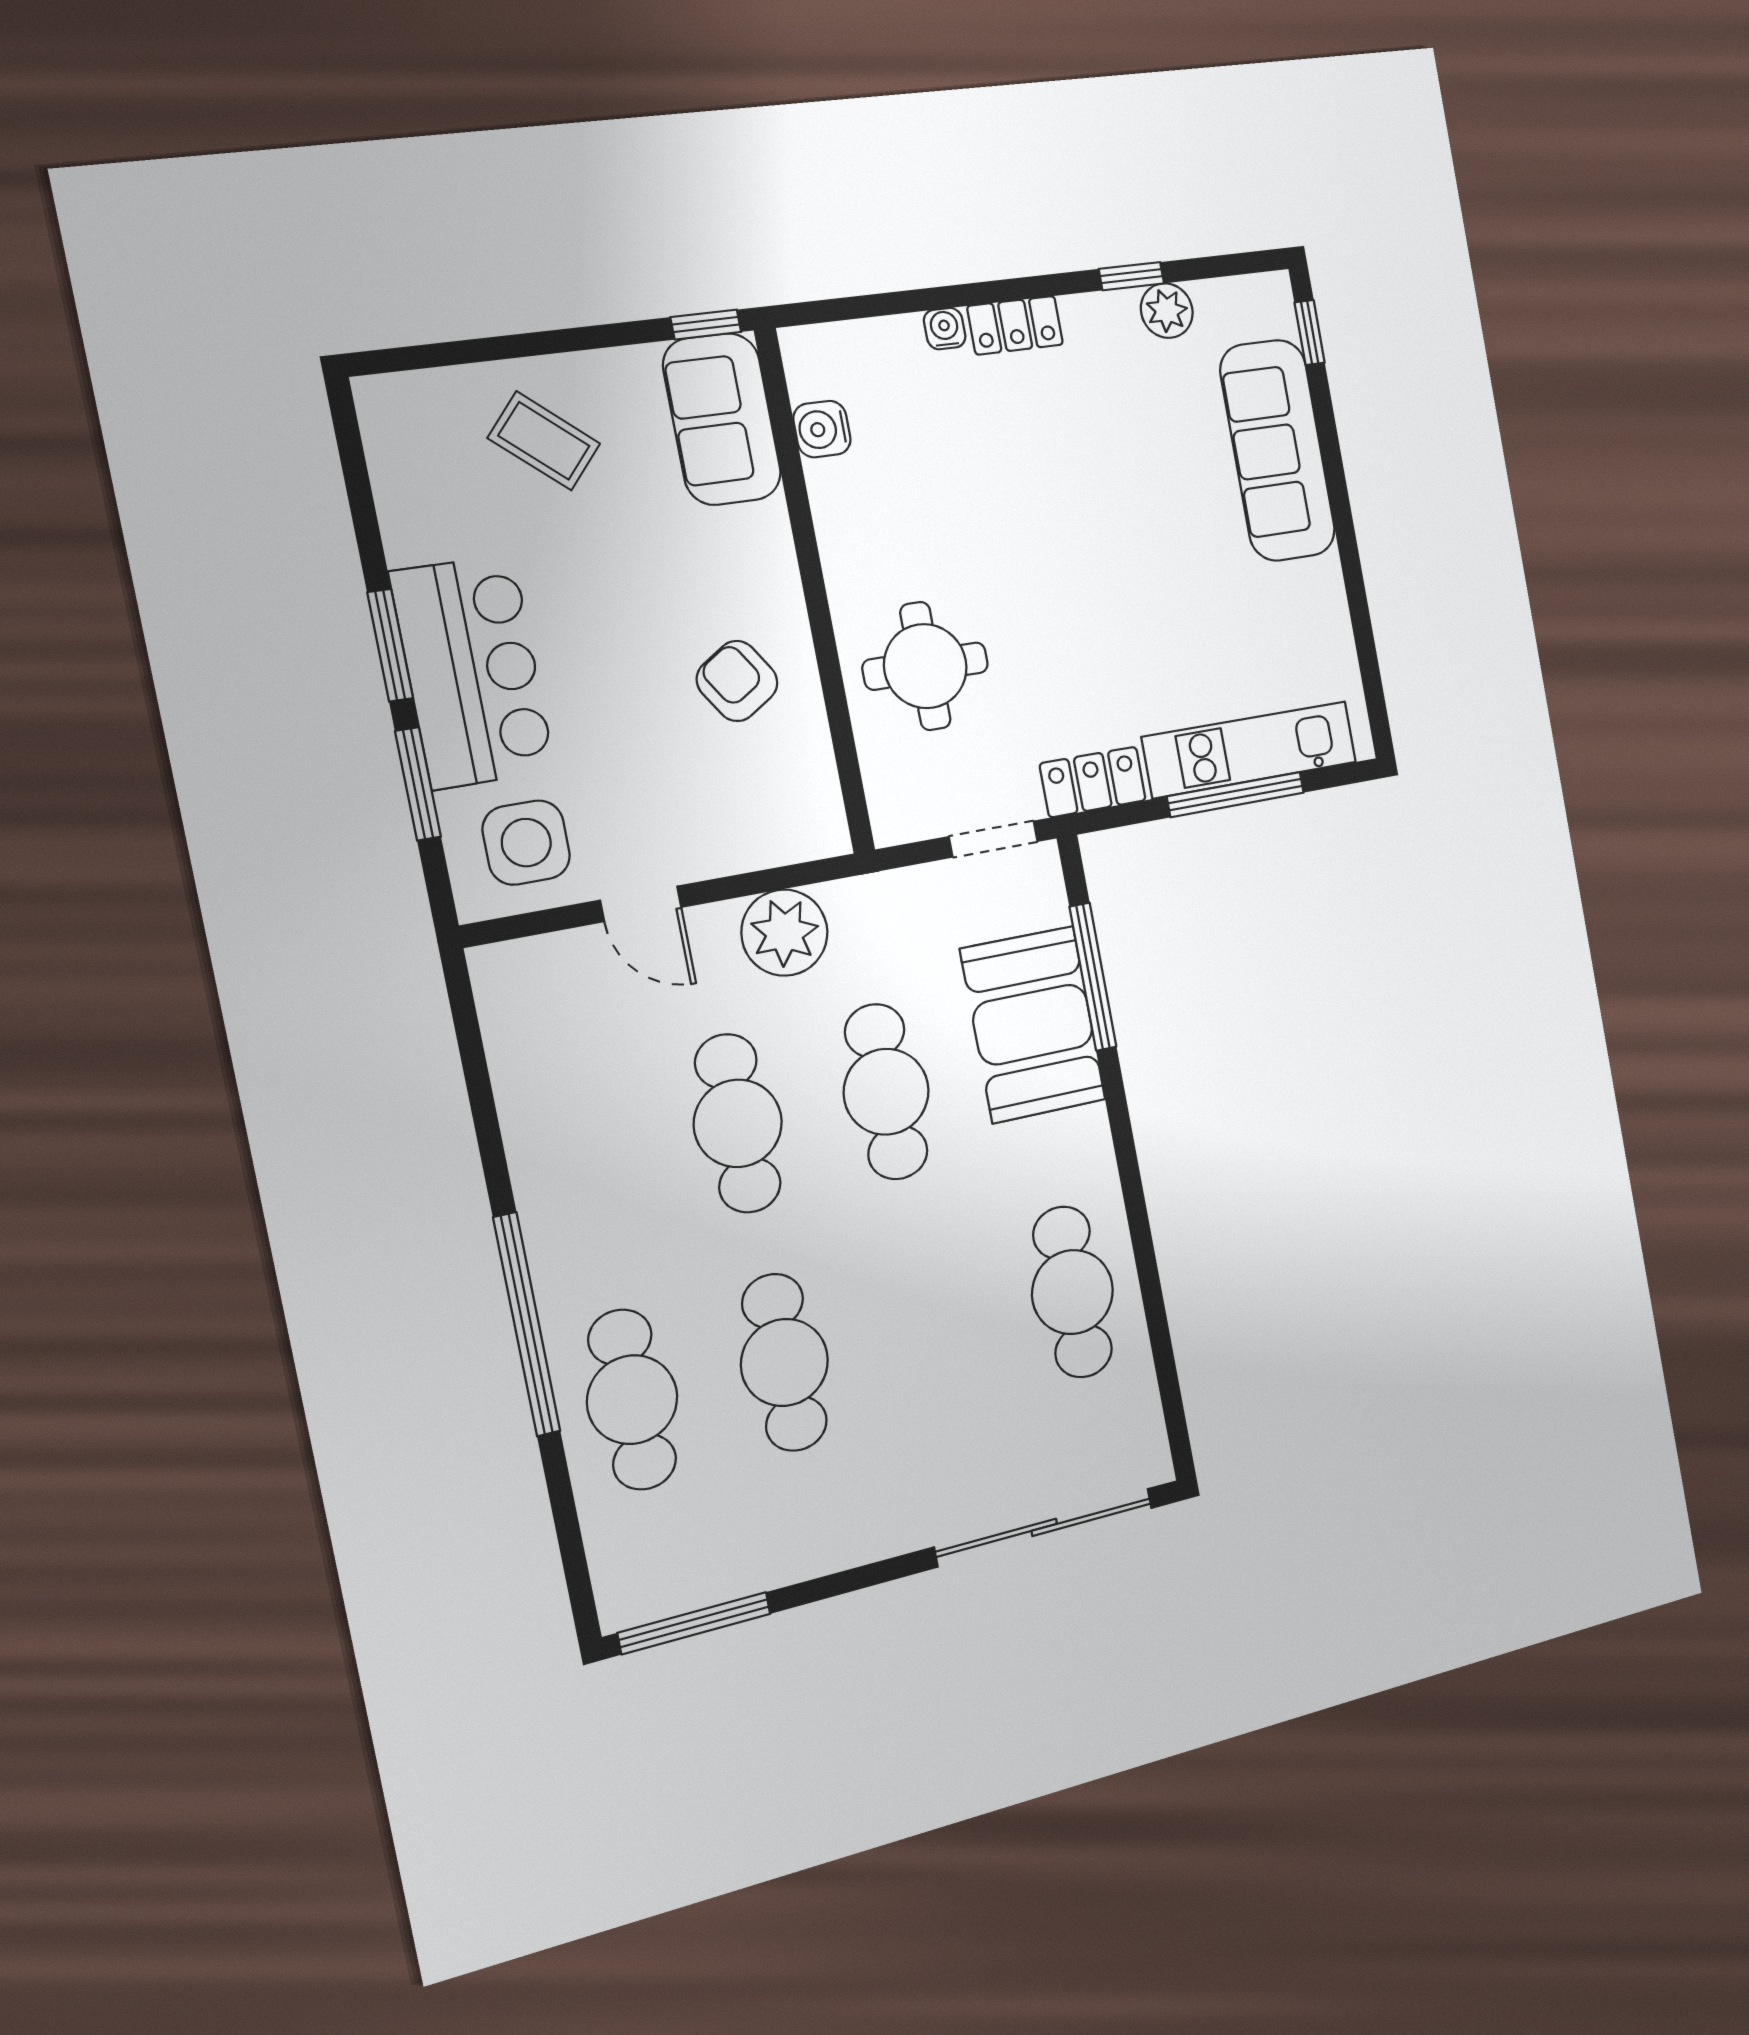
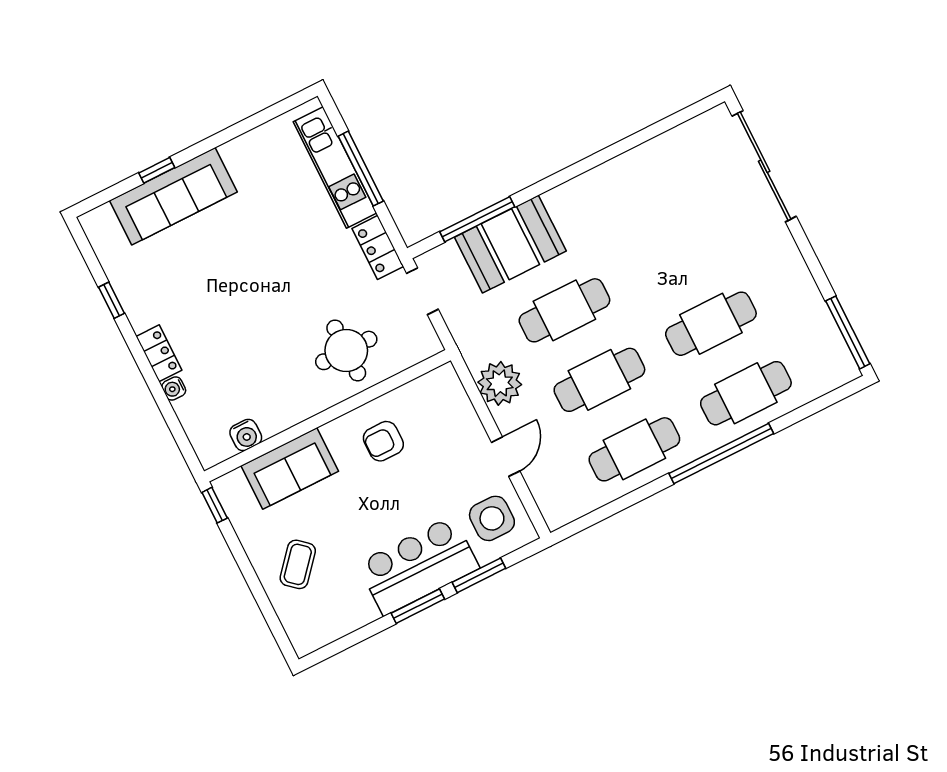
plant: (1167, 311) -> (122, 277), removed
window: (1310, 333) -> (157, 170), moved
sofa: (722, 419) -> (290, 469), moved
armchair: (737, 681) -> (383, 441), turned 33
cafe table: (1073, 1292) -> (634, 449), moved

